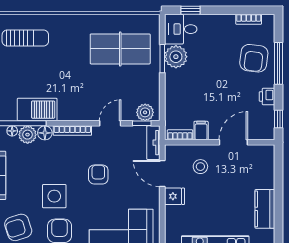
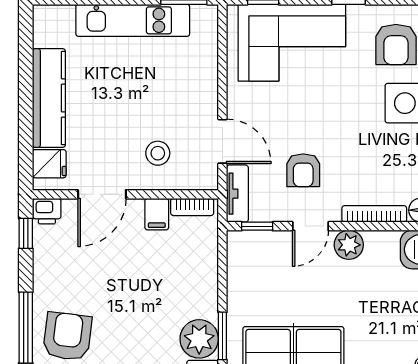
printer: (267, 96) -> (47, 211), moved, turned 90
plant: (145, 112) -> (349, 245), moved
armchair: (98, 174) -> (303, 170), moved
fridge: (174, 196) -> (49, 164), moved, turned 180
kitchen counter: (265, 209) -> (49, 98), width x1.50

